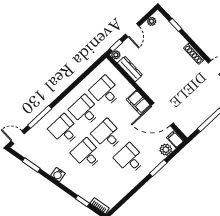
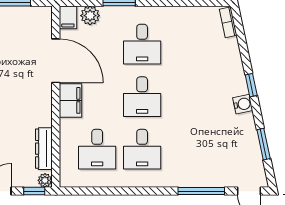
desk: (64, 130) -> (187, 149), removed
desk: (87, 154) -> (187, 97), removed
window: (82, 201) -> (251, 85), moved

